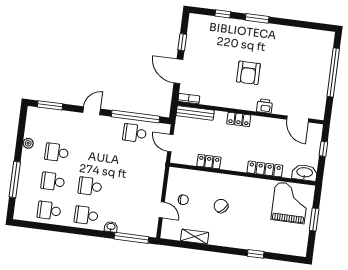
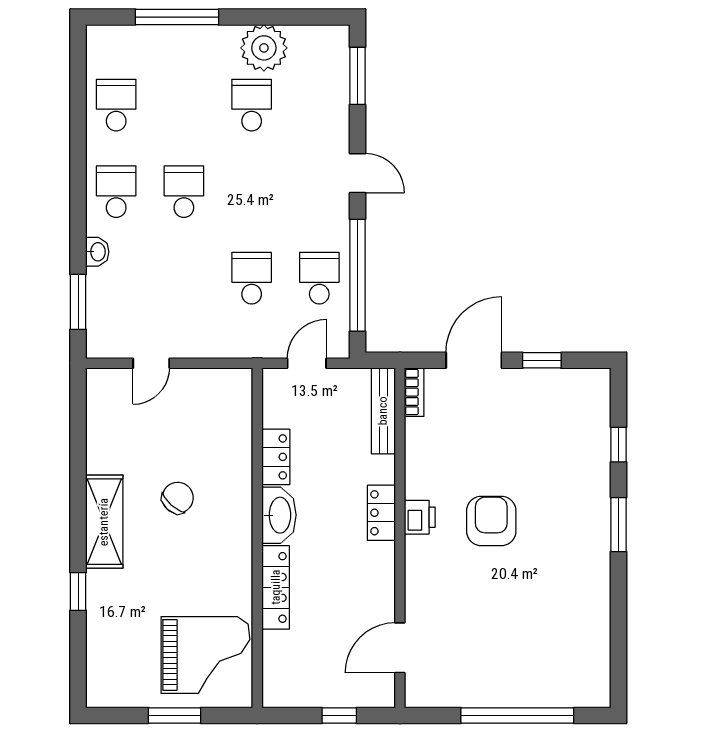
armchair: (248, 73) -> (491, 521), turned 90
printer: (264, 106) -> (420, 517), moved
plant: (28, 143) -> (264, 48), width x1.88, depth x1.88
washbasin: (305, 173) -> (279, 515), moved
school desk: (53, 181) -> (252, 278), moved
chair: (183, 200) -> (181, 410), removed
shelving: (195, 237) -> (104, 522), moved, width x1.50, depth x1.33
window: (131, 238) -> (78, 302), width x0.69

